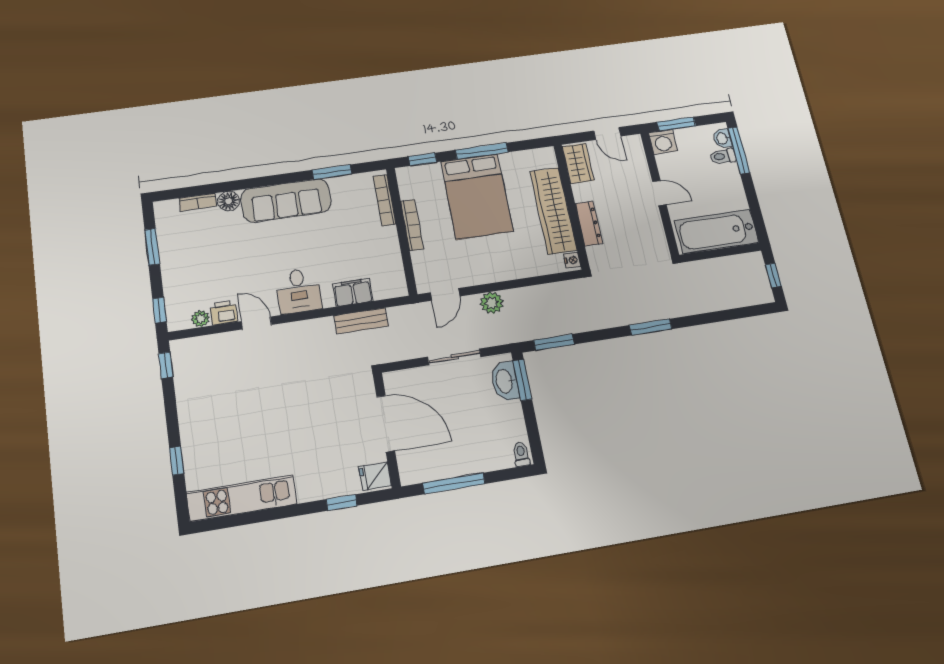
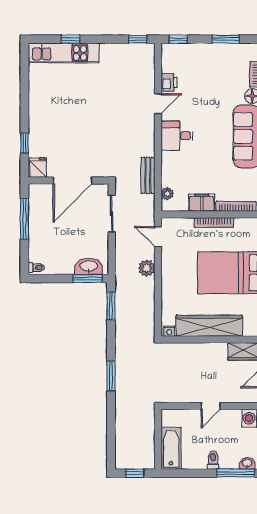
toilet: (723, 156) -> (213, 460), moved
dresser: (589, 223) -> (195, 349), removed
bathtub: (716, 231) -> (171, 448), width x0.73, depth x0.73
filing cabinet: (353, 292) -> (202, 203), moved, turned -90
plant: (200, 319) -> (167, 193), moved
sliding door: (454, 357) -> (112, 214), moved
kitchen unit: (242, 498) -> (64, 53), moved, turned 90

